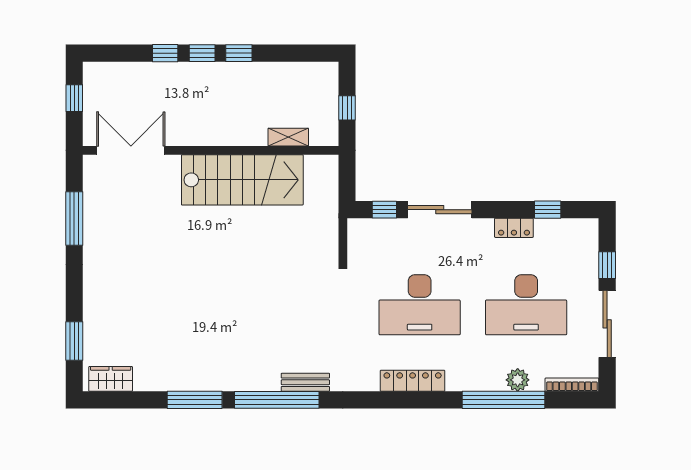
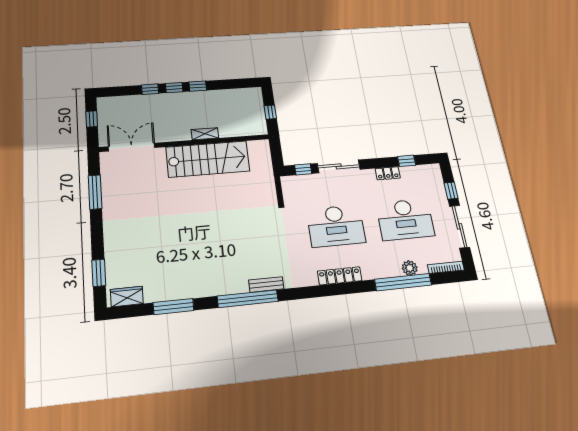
shelving: (288, 137) -> (205, 134), moved
window: (195, 400) -> (173, 307), moved

